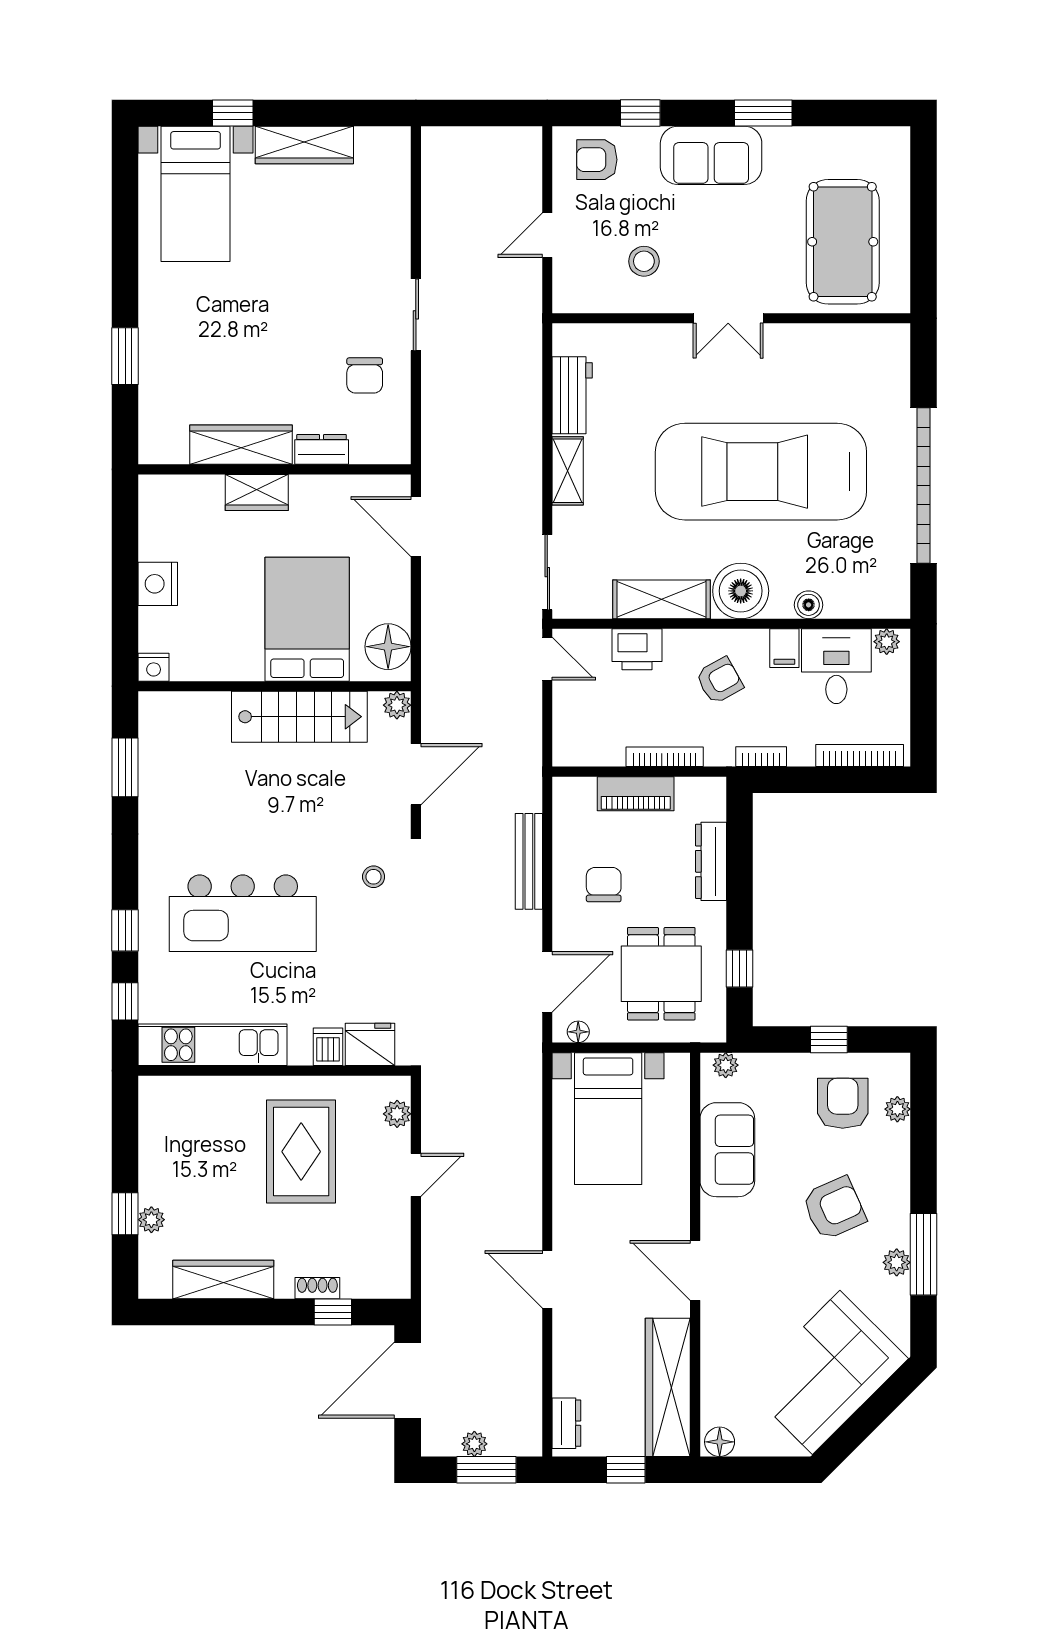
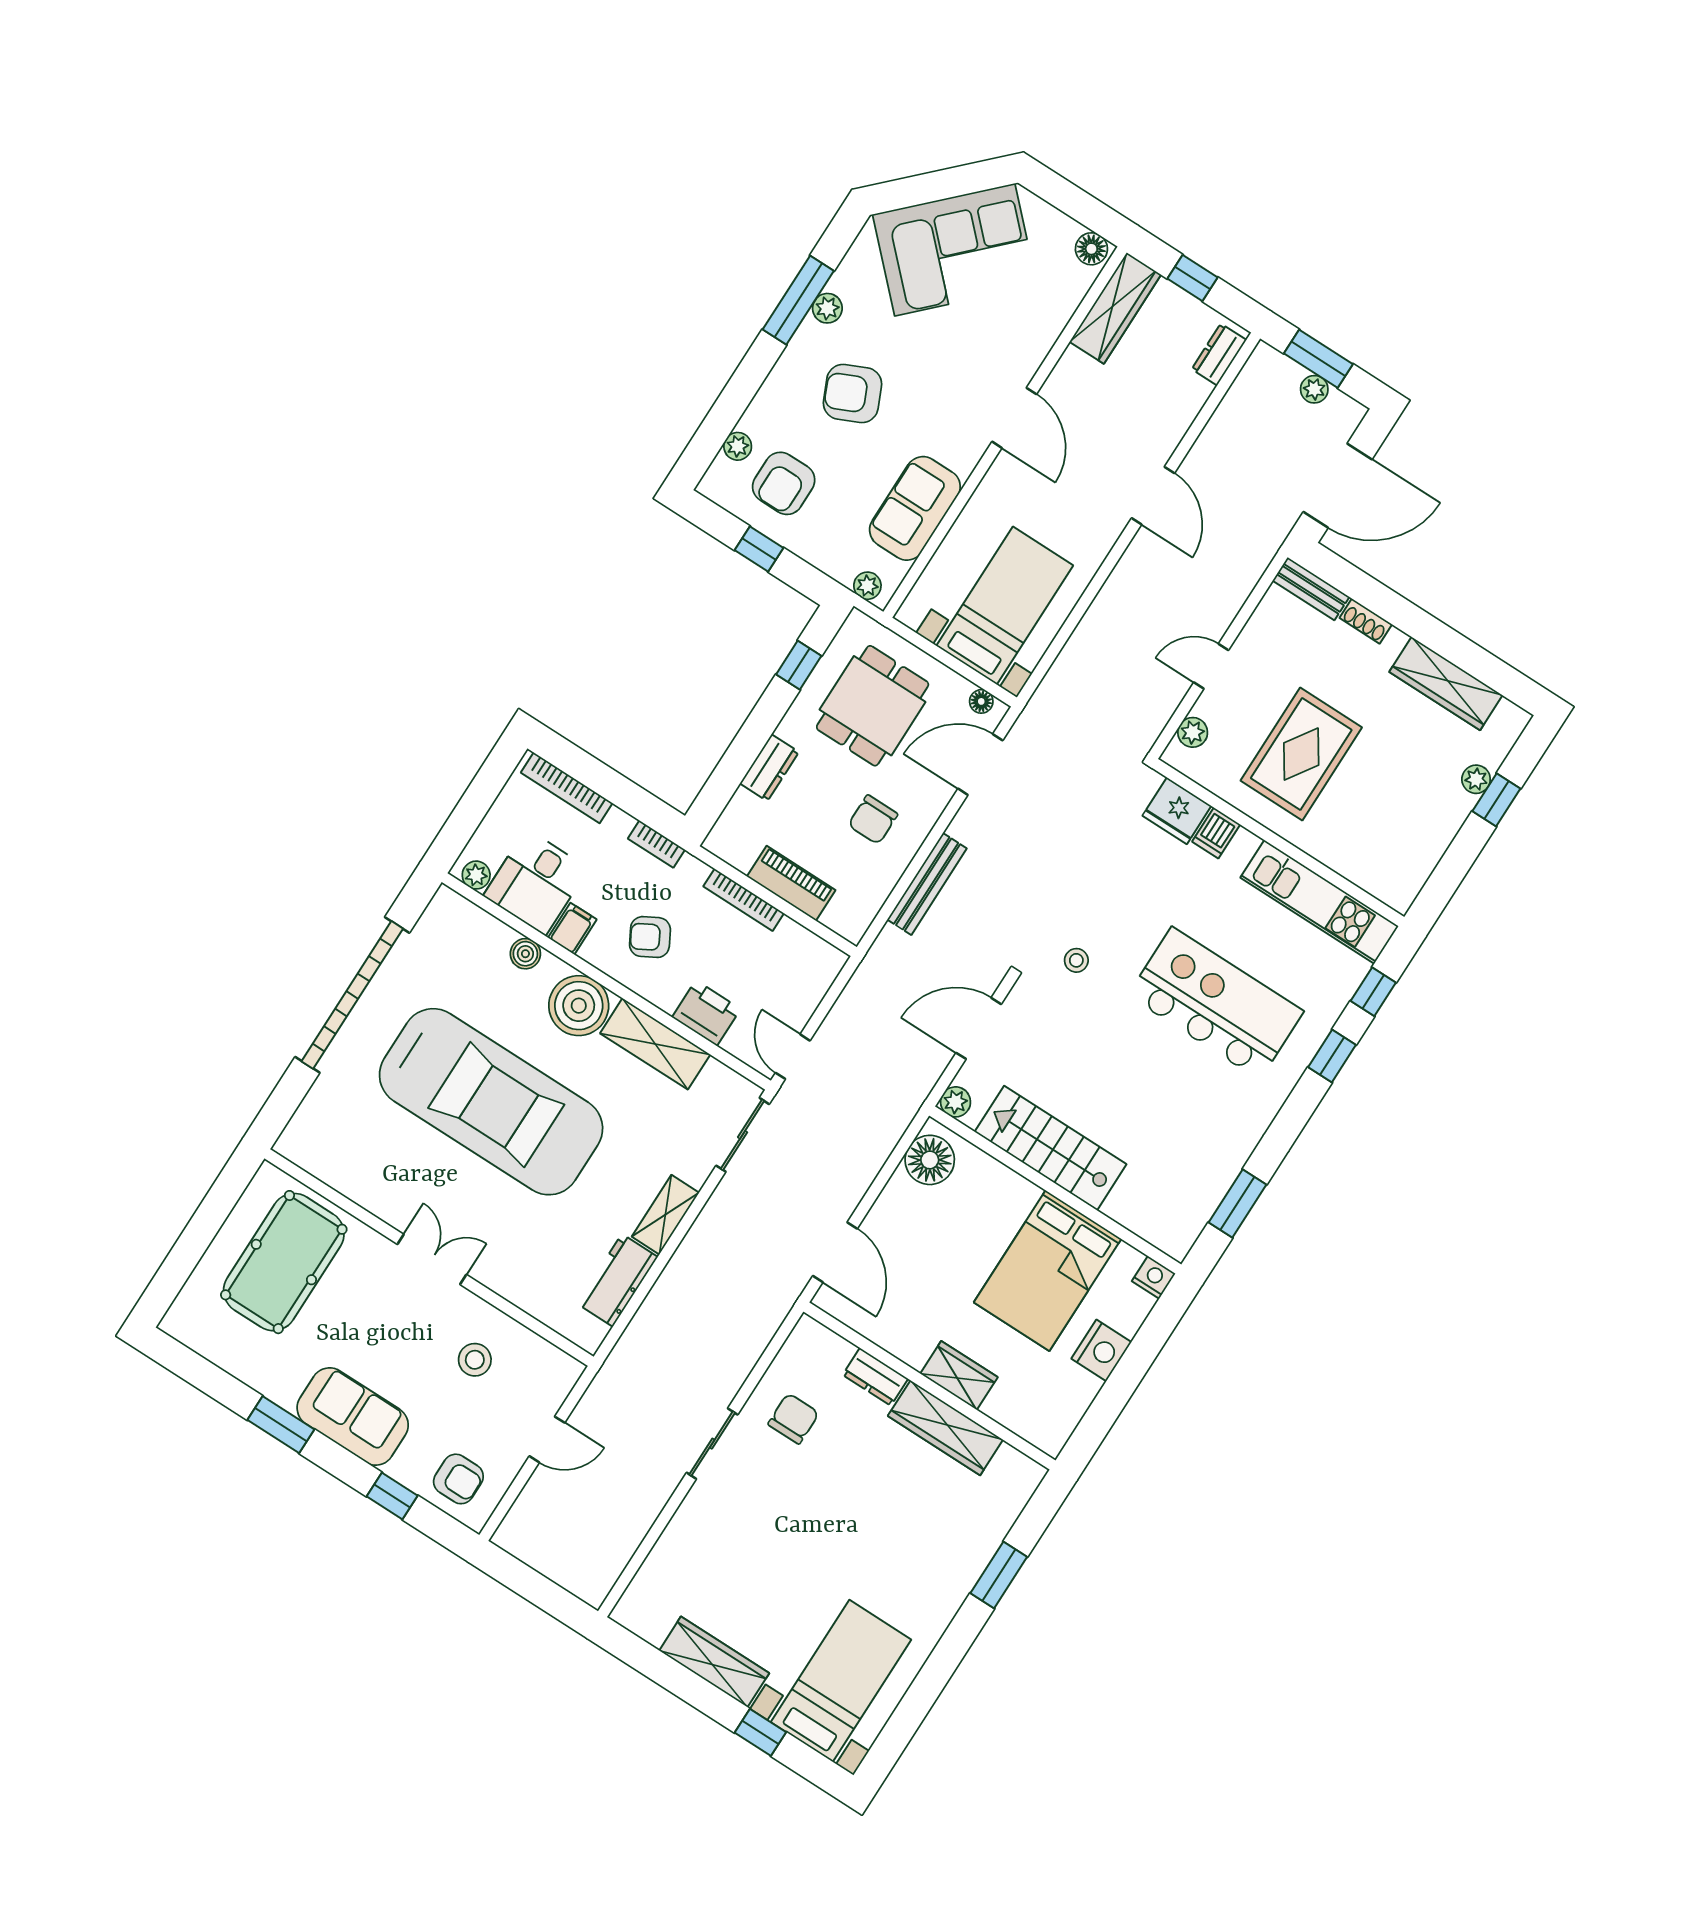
bed: (307, 619) -> (1048, 1271), moved
dresser: (711, 861) -> (769, 768), width x0.70
bench: (377, 1286) -> (1311, 589), added
window: (333, 1312) -> (1366, 590), removed
wardrobe: (668, 1387) -> (1115, 308), width x0.71, depth x0.85

